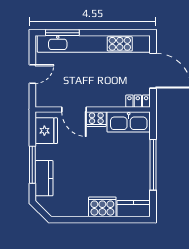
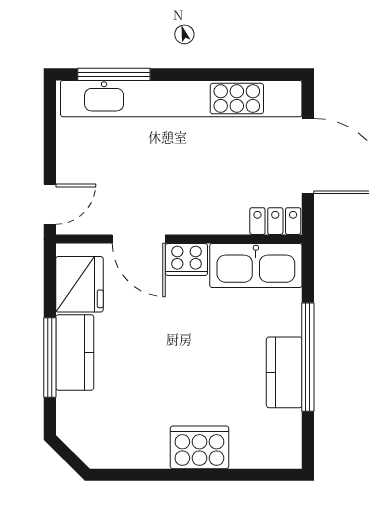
door: (32, 74) -> (50, 204), moved
kitchen counter: (44, 178) -> (75, 352), moved
kitchen counter: (134, 209) -> (284, 372), moved, turned -90

